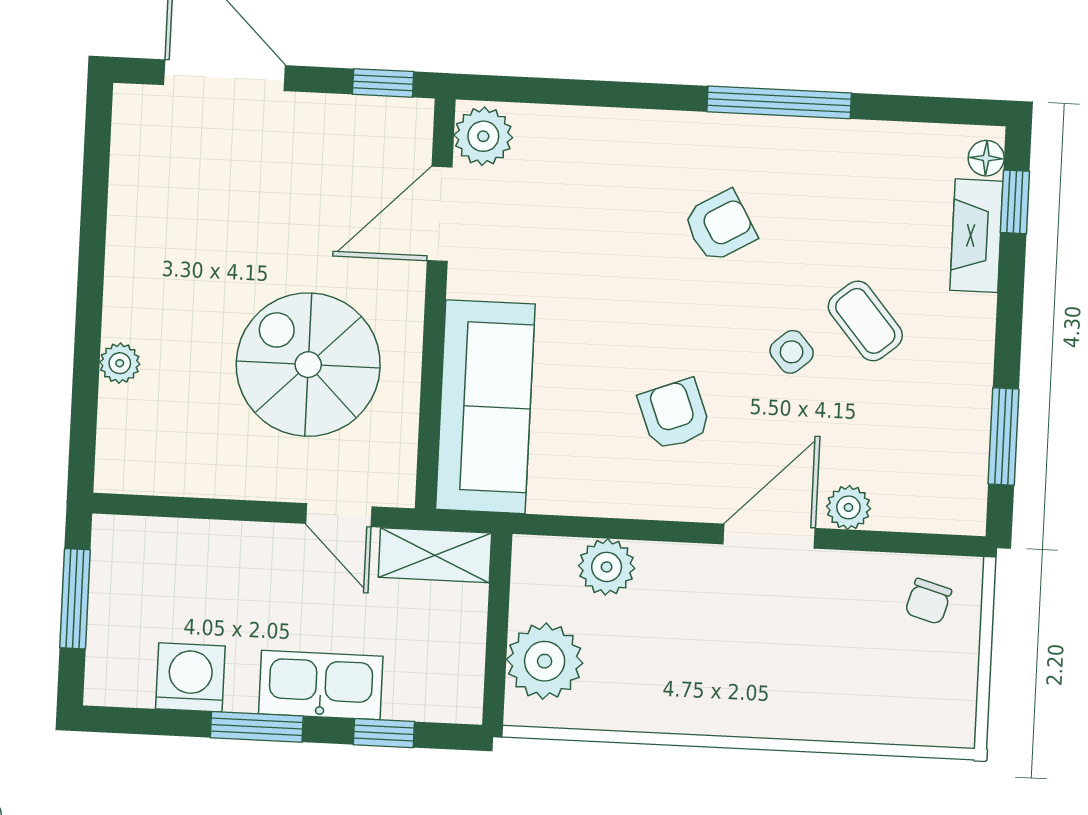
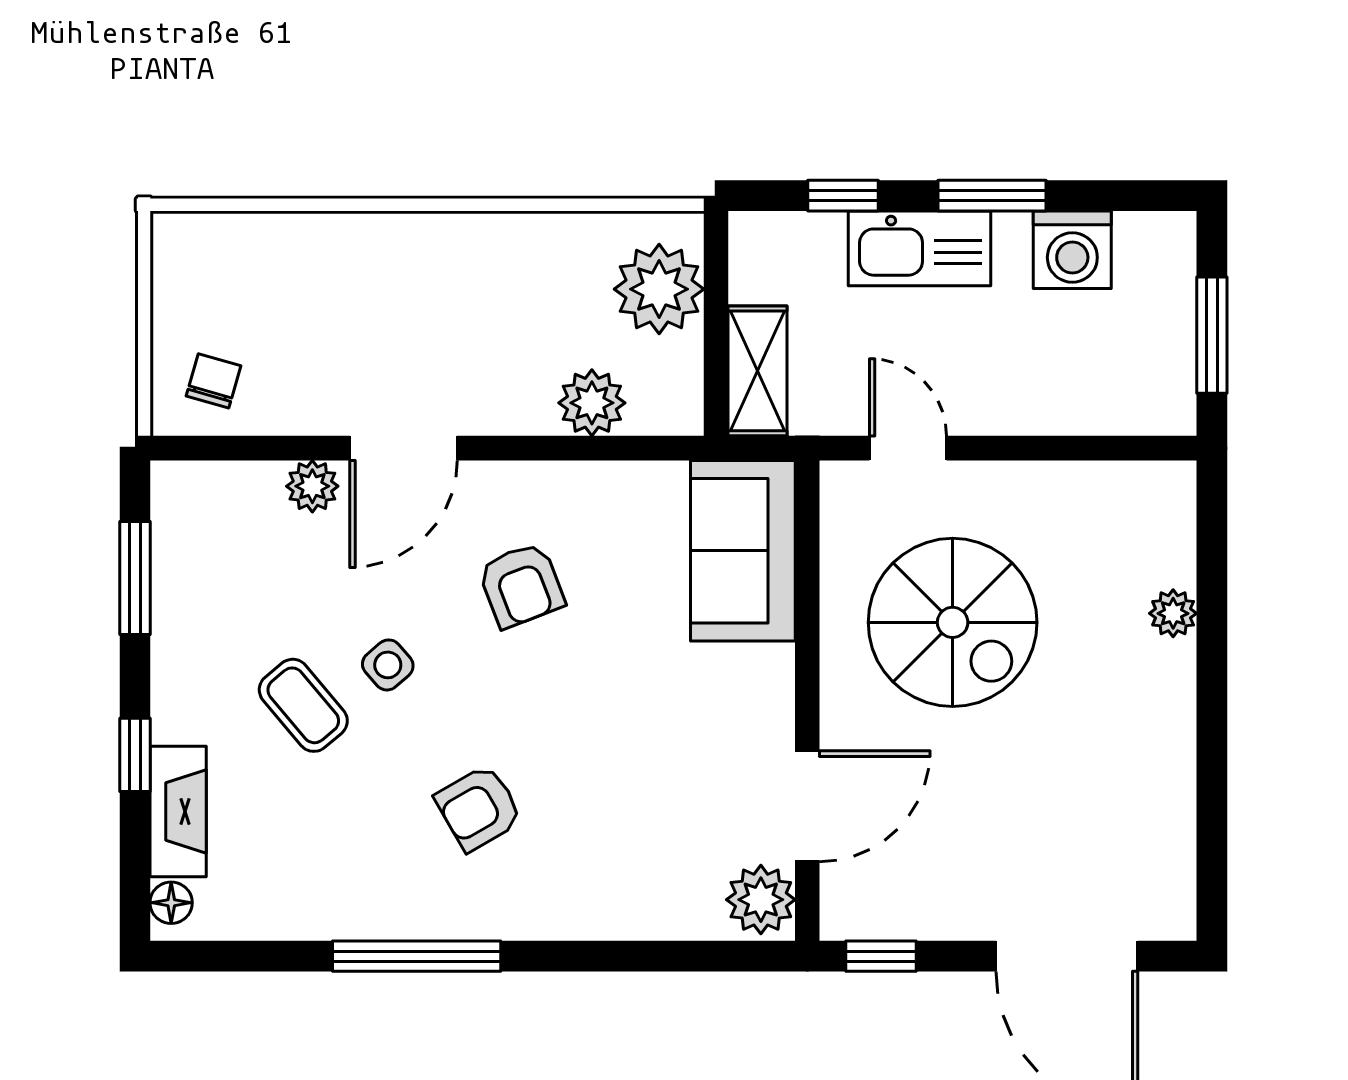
window: (1015, 202) -> (135, 755), moved
sofa: (485, 407) -> (743, 551), width x0.73
shelving: (435, 555) -> (758, 371), moved, turned 90

